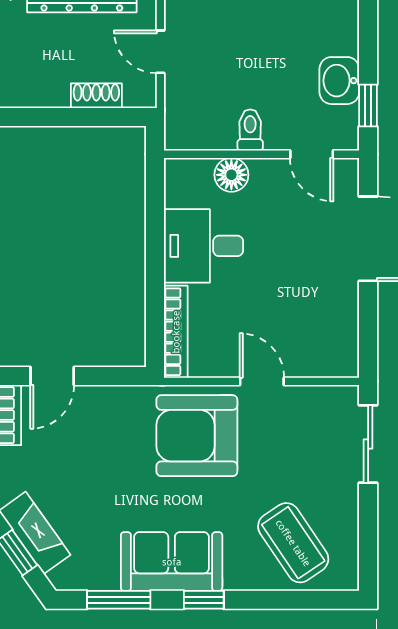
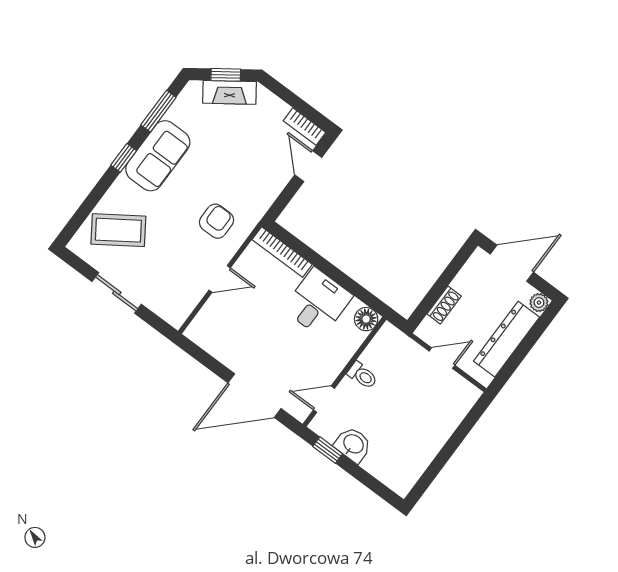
floor lamp: (231, 175) -> (366, 319), moved
armchair: (197, 436) -> (216, 221), width x0.53, depth x0.53
sliding door: (368, 444) -> (117, 293), moved

